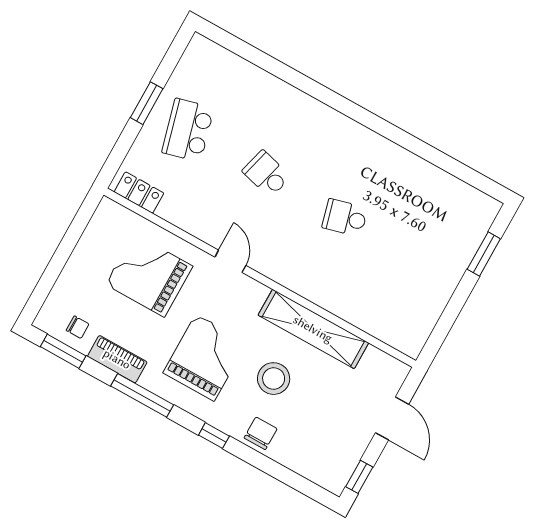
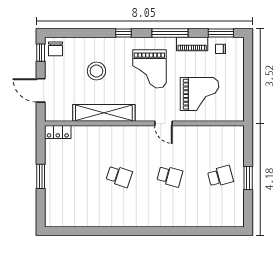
school desk: (188, 130) -> (220, 176), width x0.54
locker: (139, 193) -> (58, 132), moved
school desk: (345, 218) -> (119, 176), turned 33
window: (484, 254) -> (41, 176), moved
stool: (274, 379) -> (96, 71), moved
chair: (261, 433) -> (56, 49), moved

